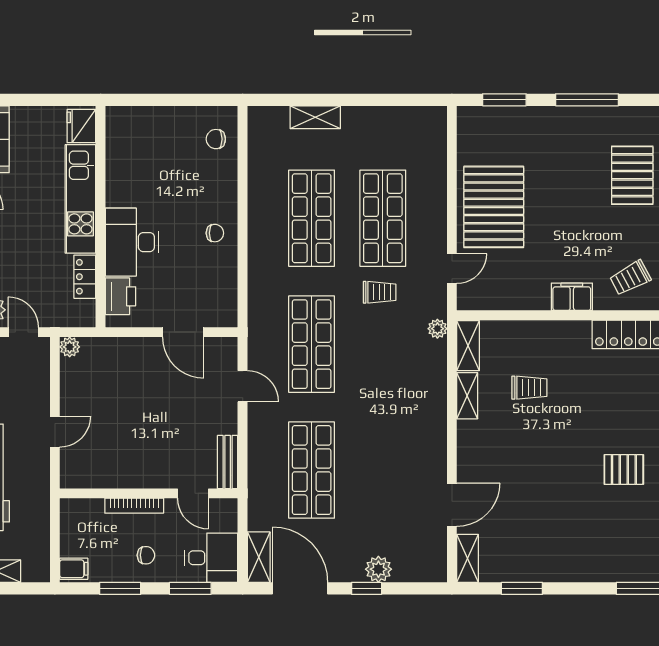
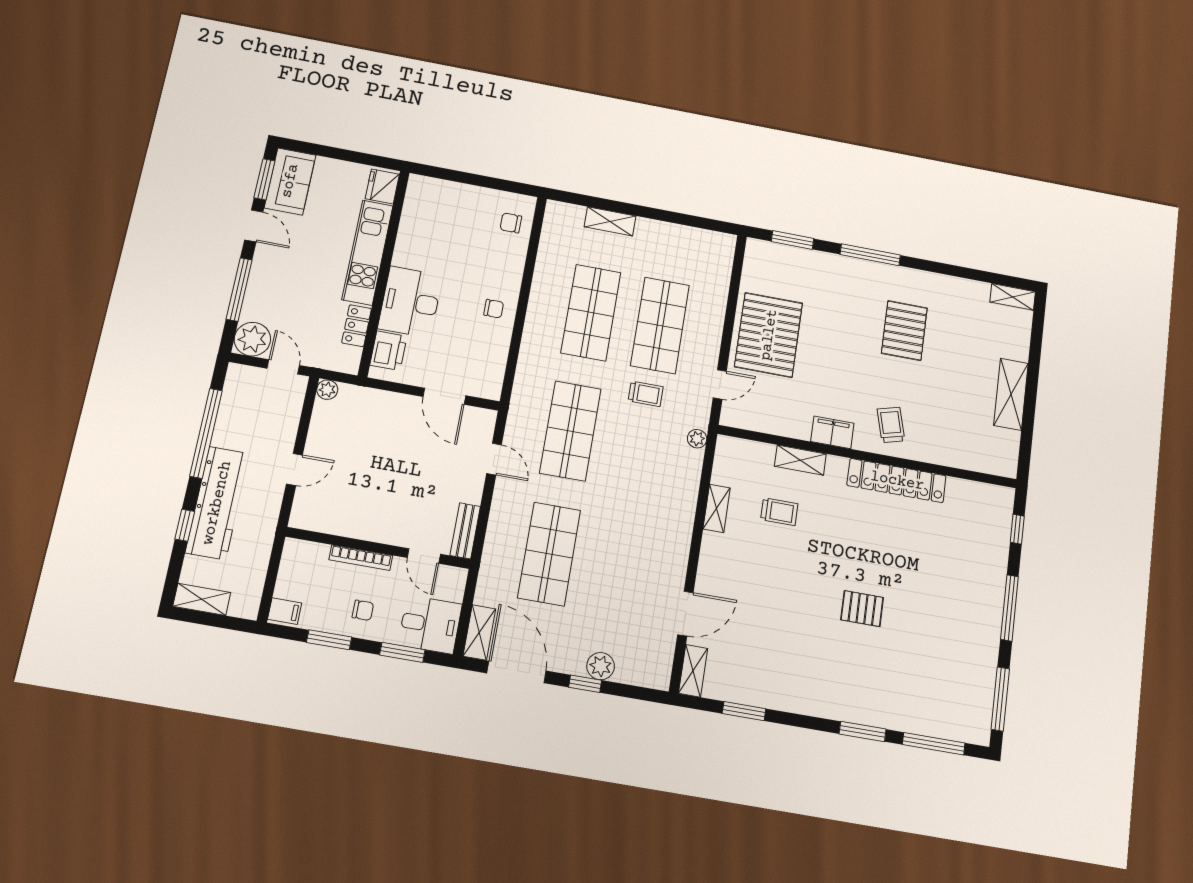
trolley: (630, 278) -> (891, 425), turned 103
shelving: (468, 346) -> (800, 460), moved, turned 90

